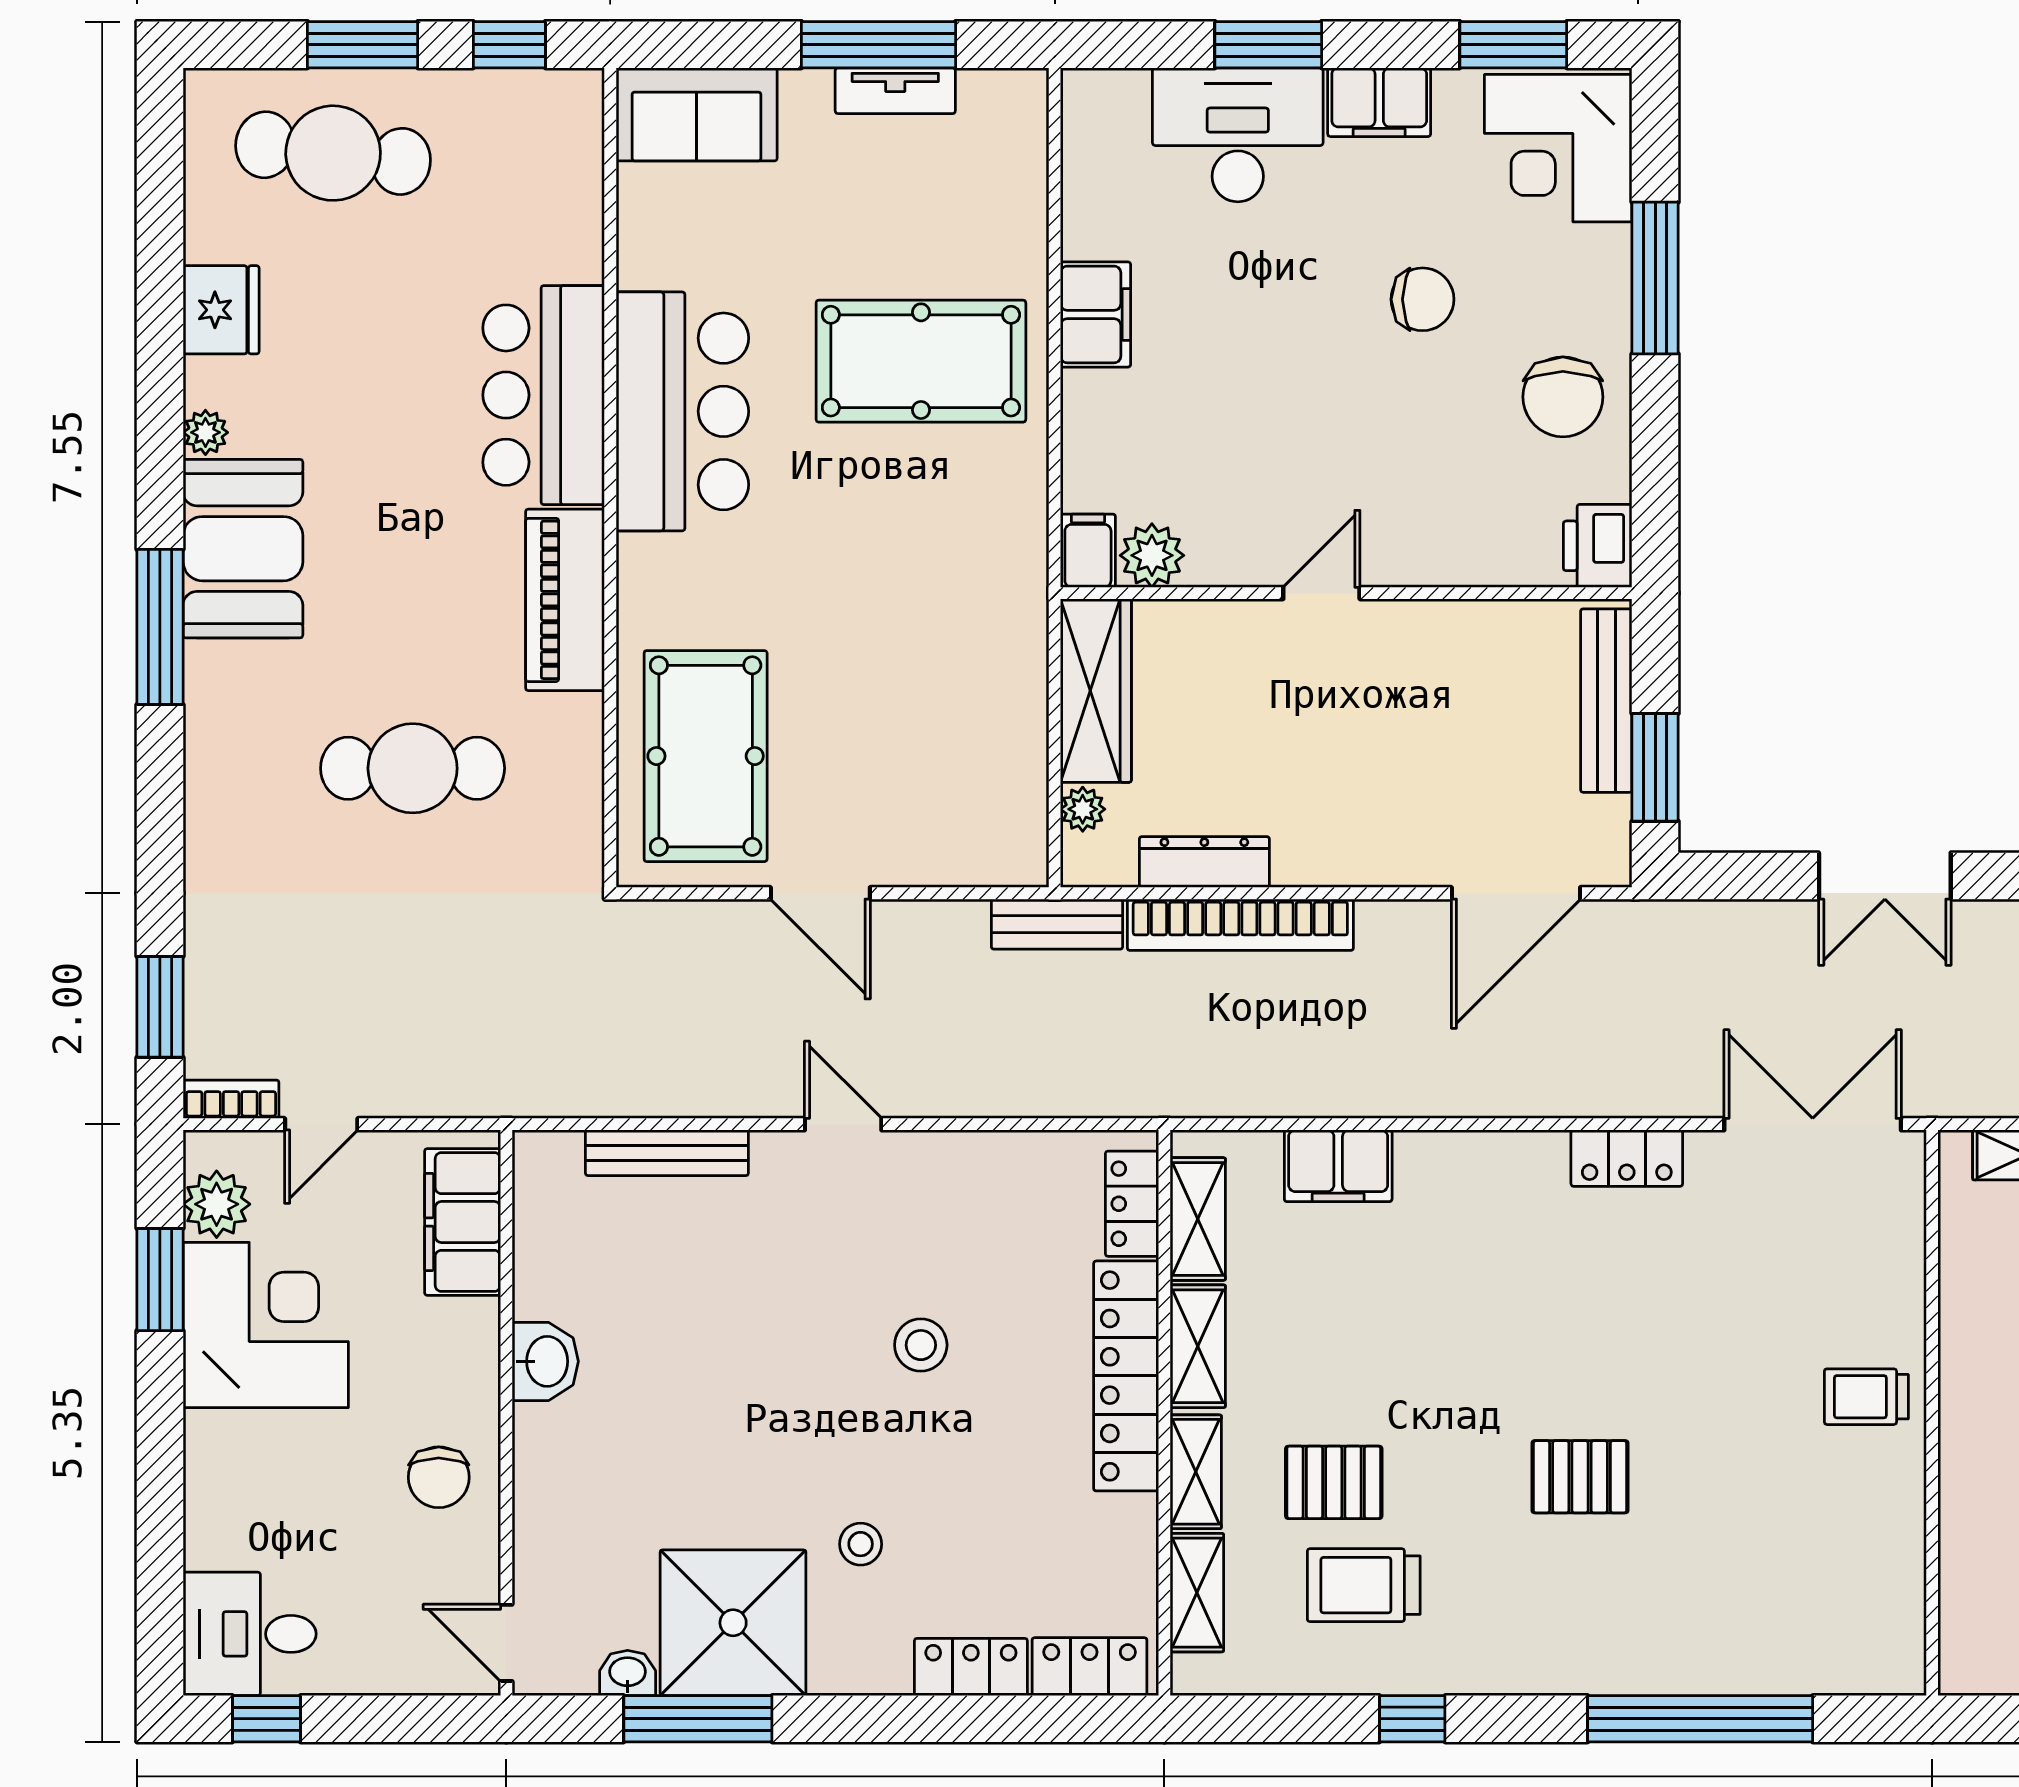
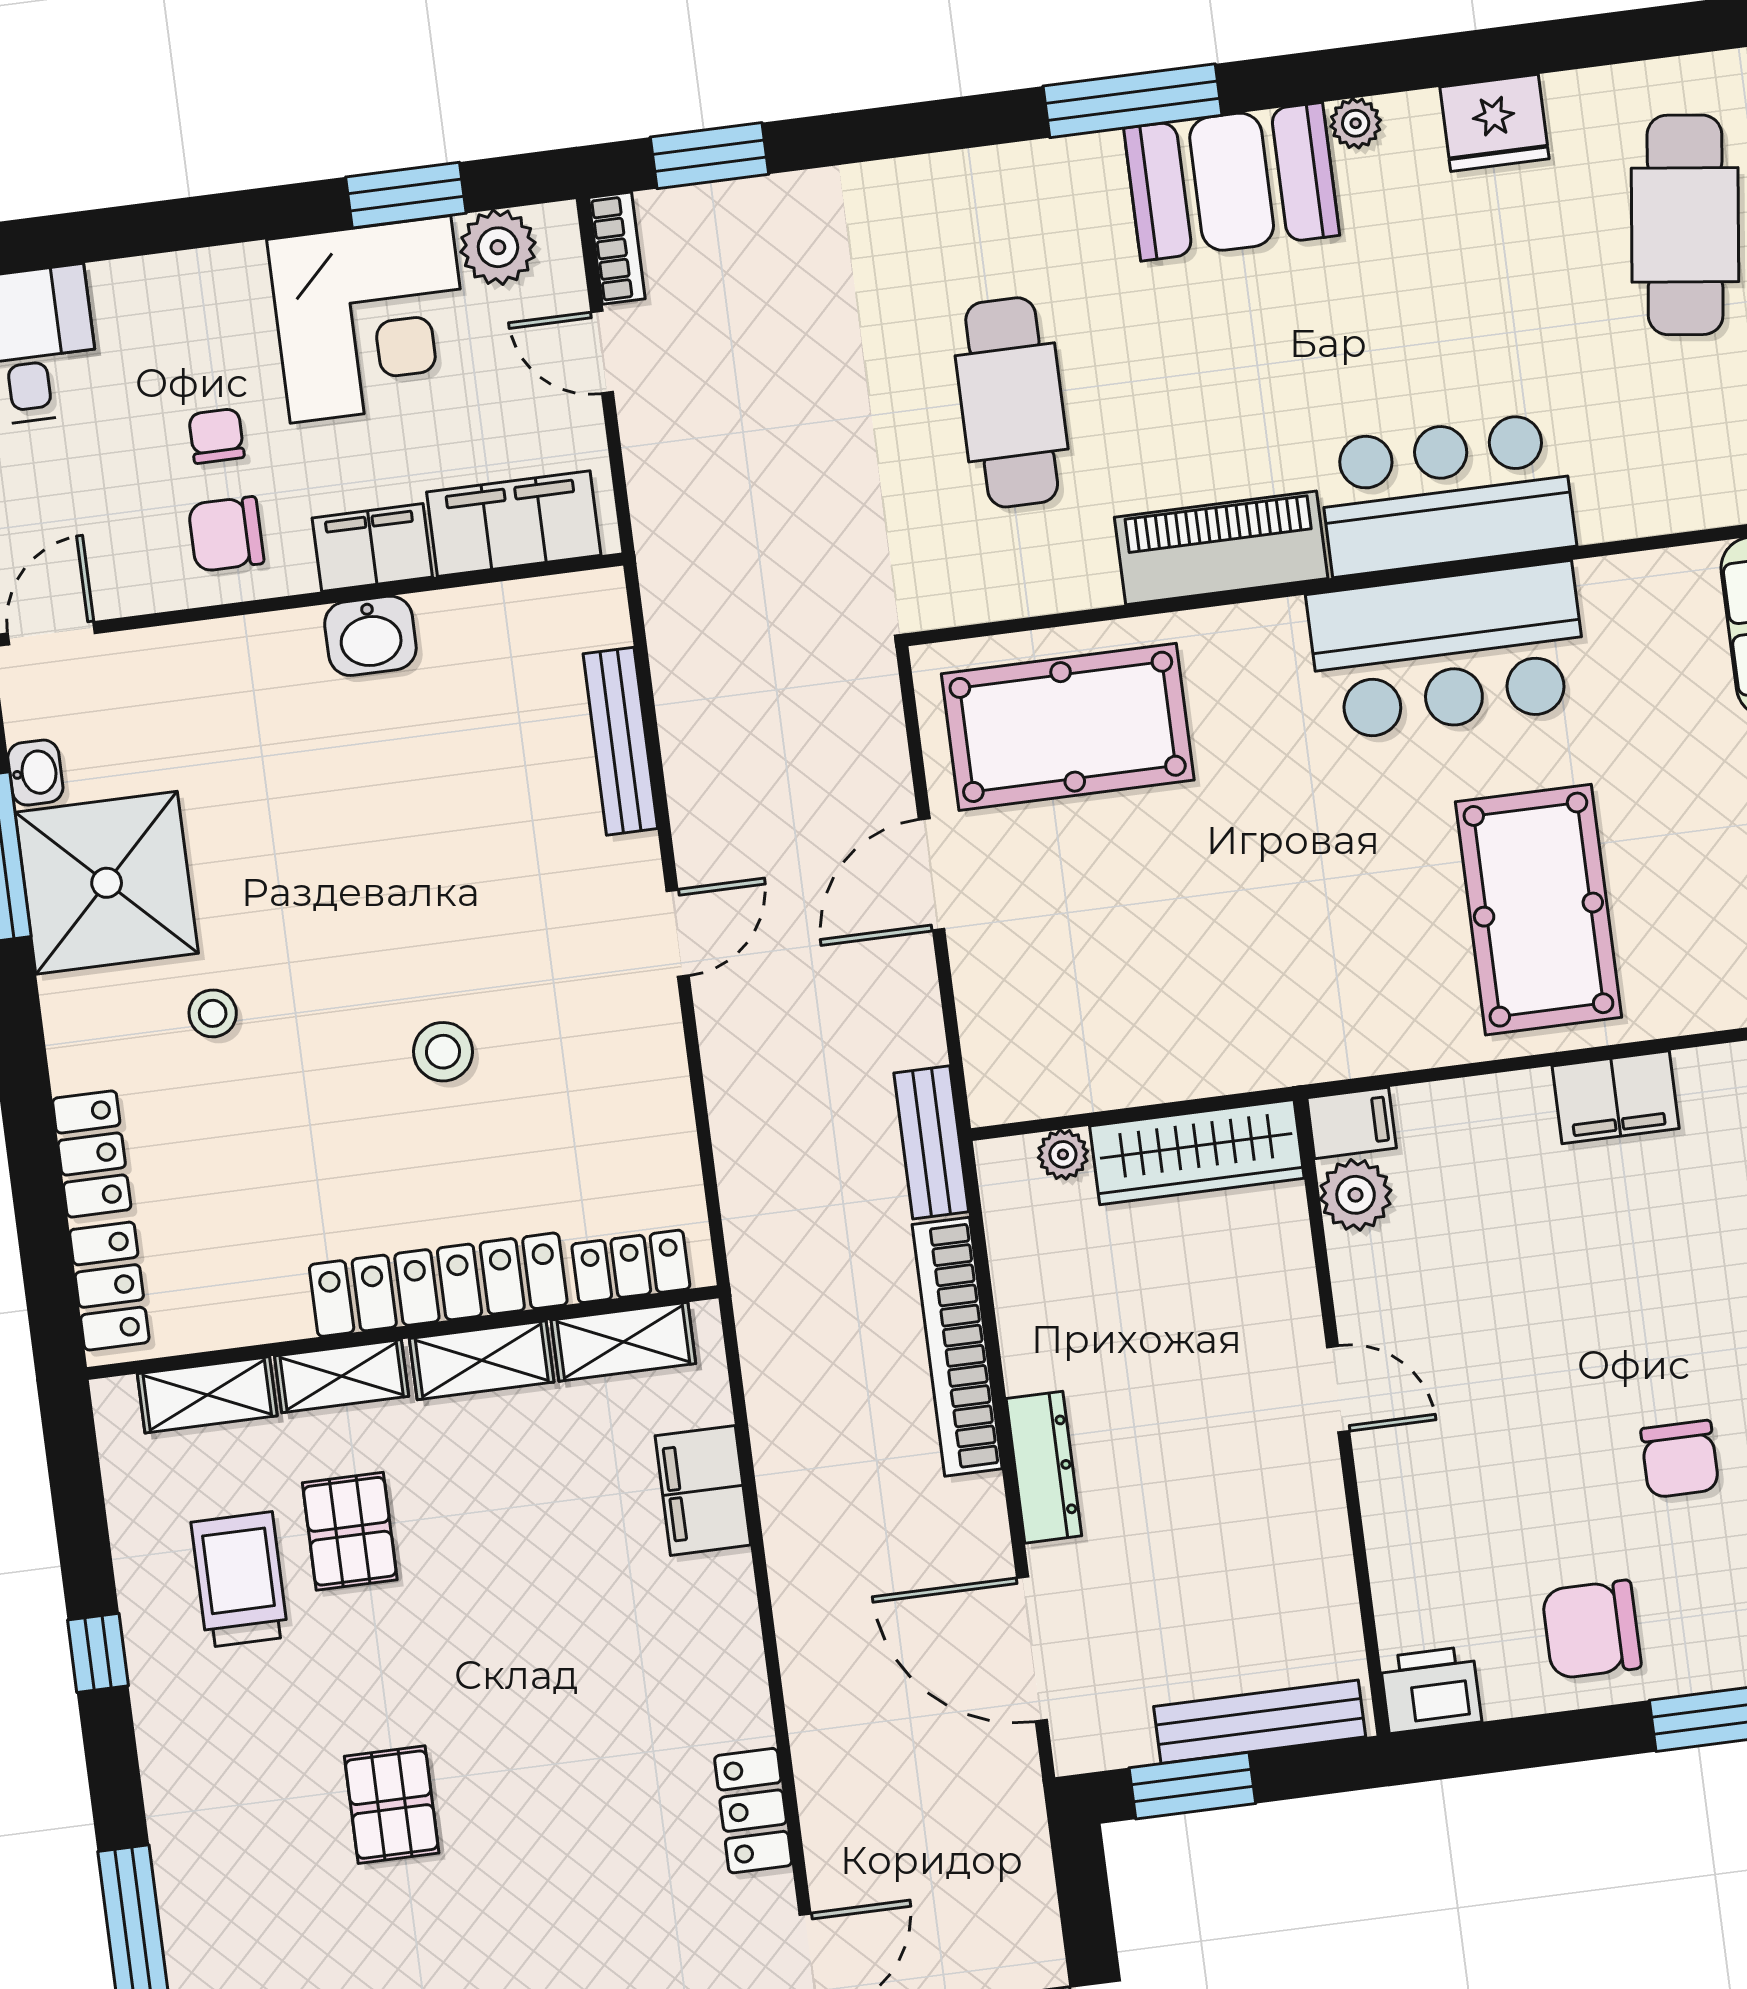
dresser: (1204, 862) -> (1044, 1467), moved
filing cabinet: (467, 1350) -> (372, 548), added
chair: (351, 1475) -> (216, 436), added

